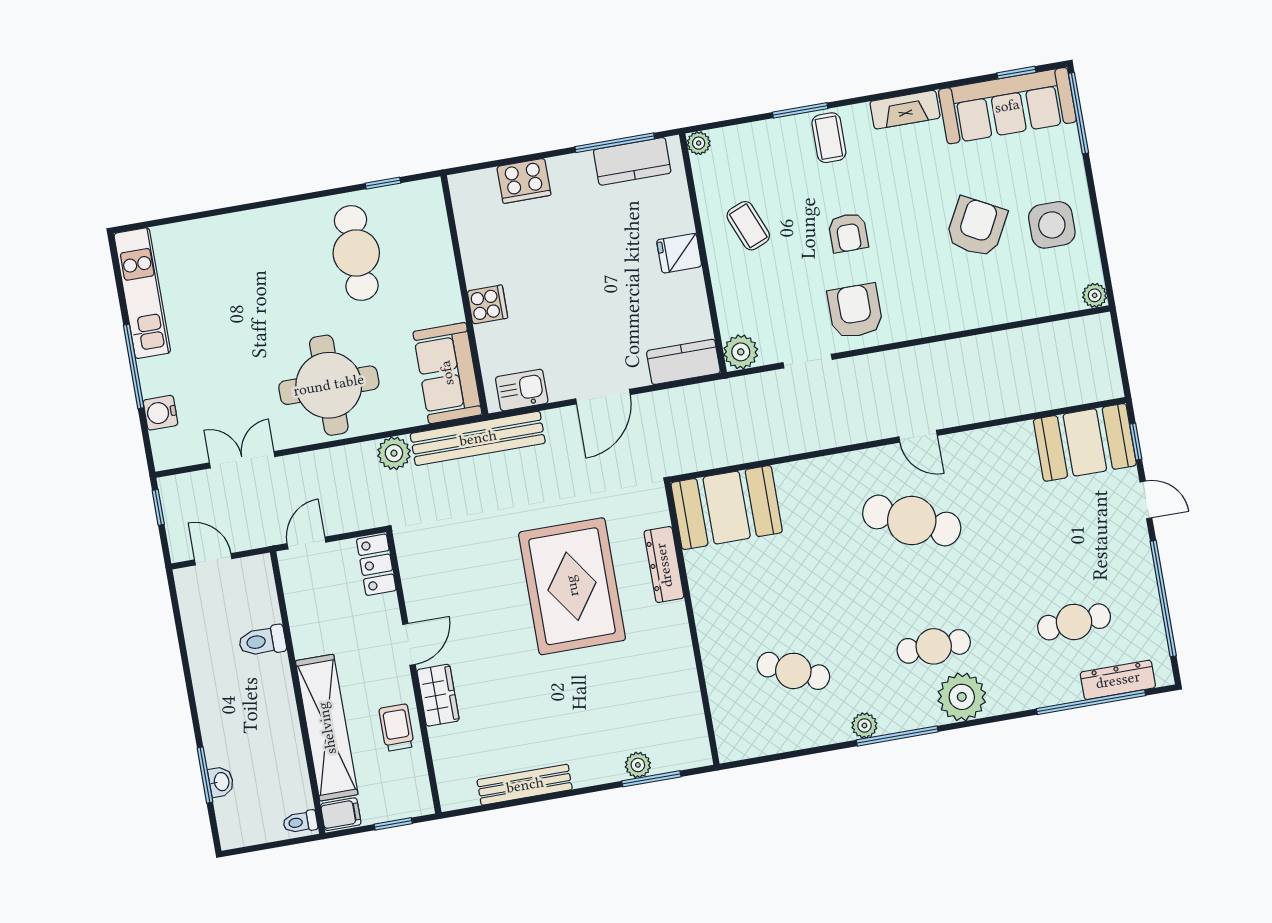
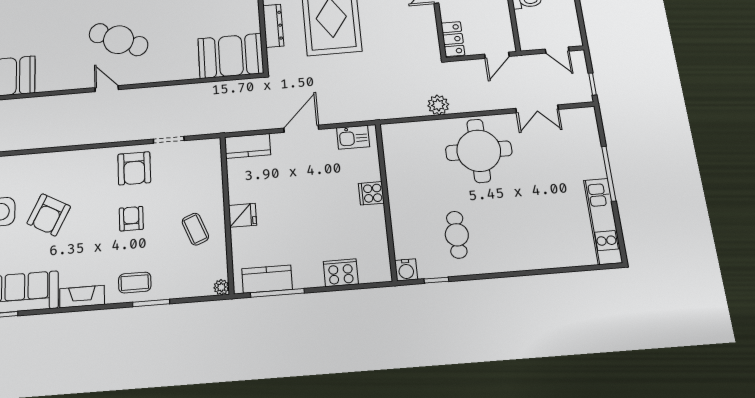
coffee table: (829, 138) -> (135, 283), turned 90
cafe table: (356, 253) -> (457, 235), width x0.73, depth x0.74
plant: (741, 352) -> (210, 149), removed
sofa: (447, 373) -> (401, 152), removed
water cooler: (160, 413) -> (406, 270), moved, turned 90
bench: (478, 438) -> (384, 110), removed

